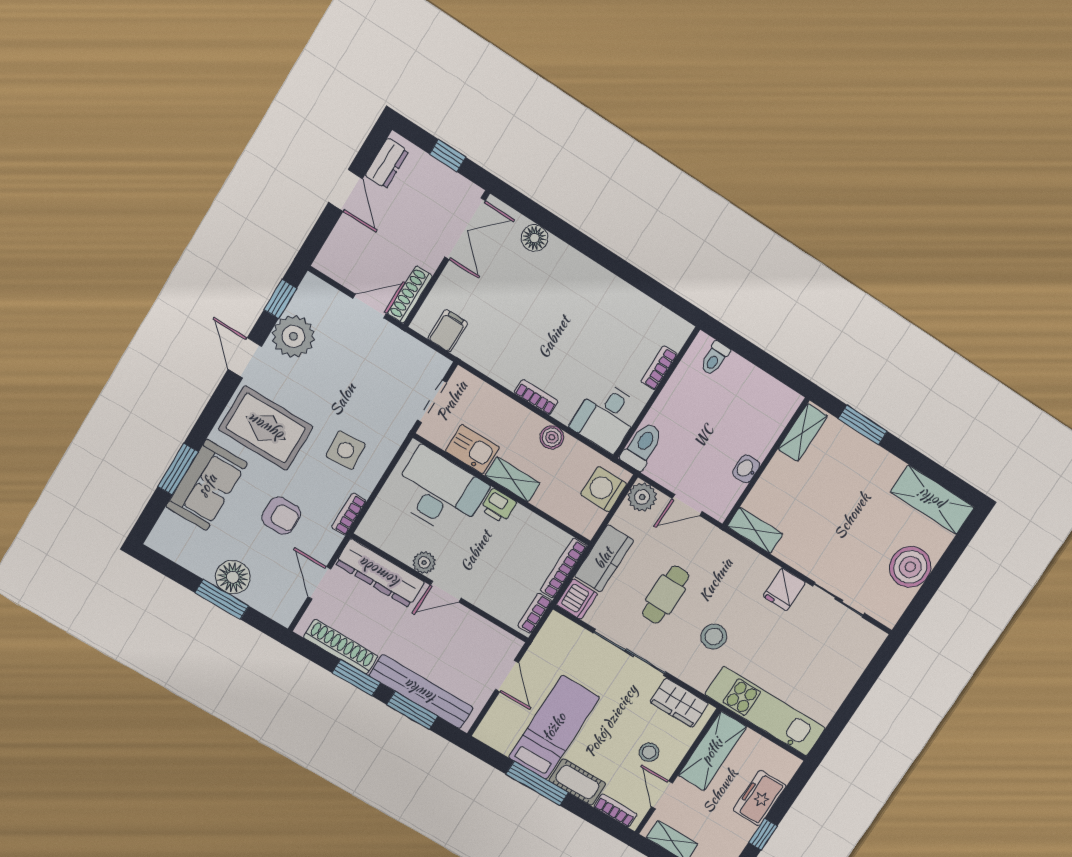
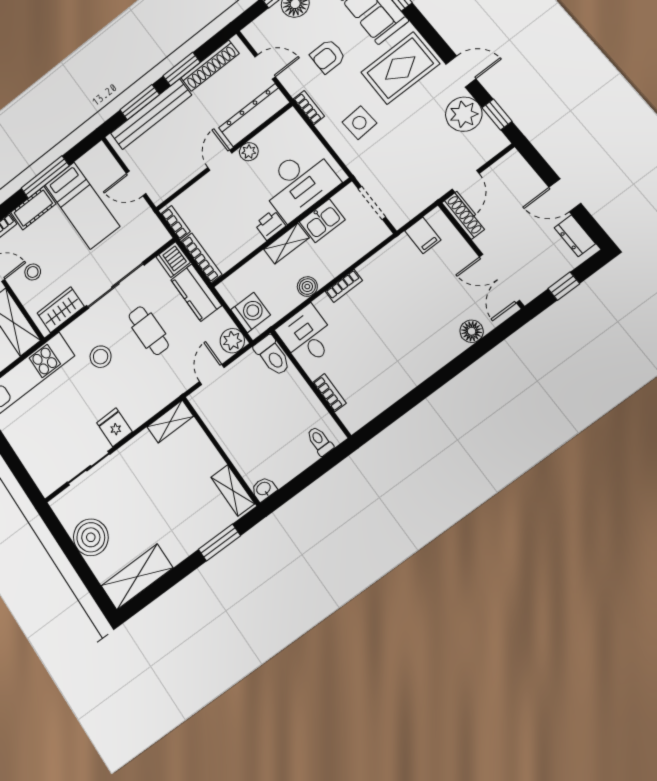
washbasin: (746, 469) -> (264, 489), moved, turned -90

